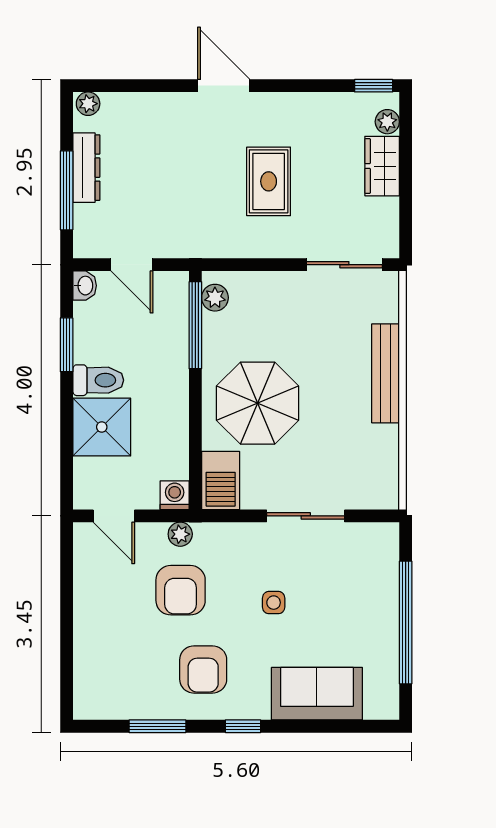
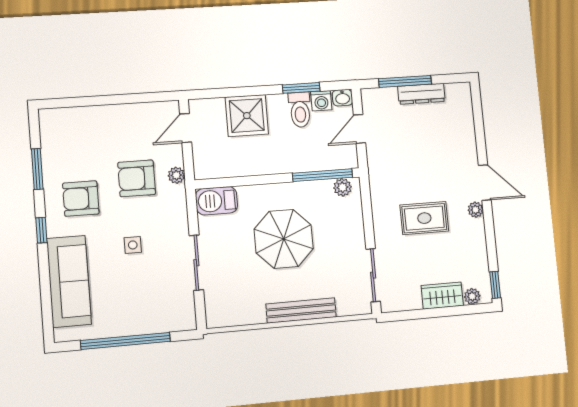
door: (224, 86) -> (485, 183), hinge flipped
plant: (88, 104) -> (476, 210), moved
toilet: (98, 380) -> (300, 110), moved
parasol: (258, 403) -> (284, 239), moved
washing machine: (175, 495) -> (321, 101), moved, turned 90
sofa: (317, 694) -> (69, 281), width x1.36

